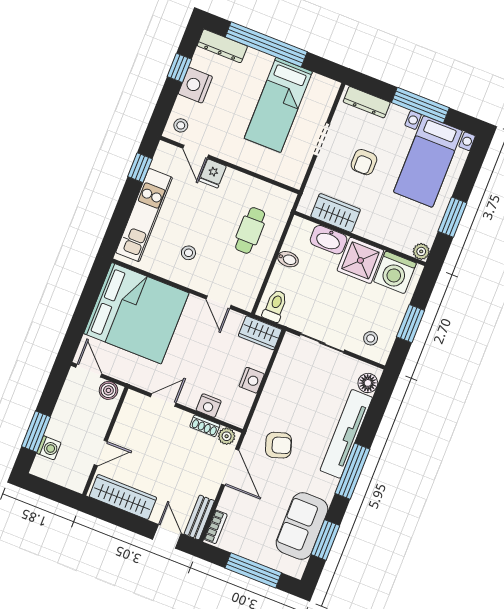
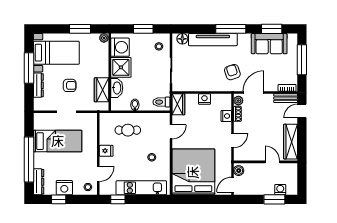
dresser: (367, 102) -> (38, 85), moved
fridge: (213, 173) -> (106, 151), moved
door: (163, 400) -> (232, 140), swing flipped

